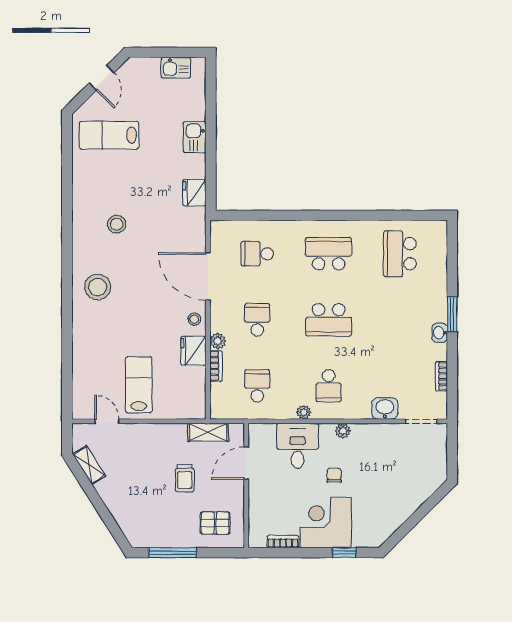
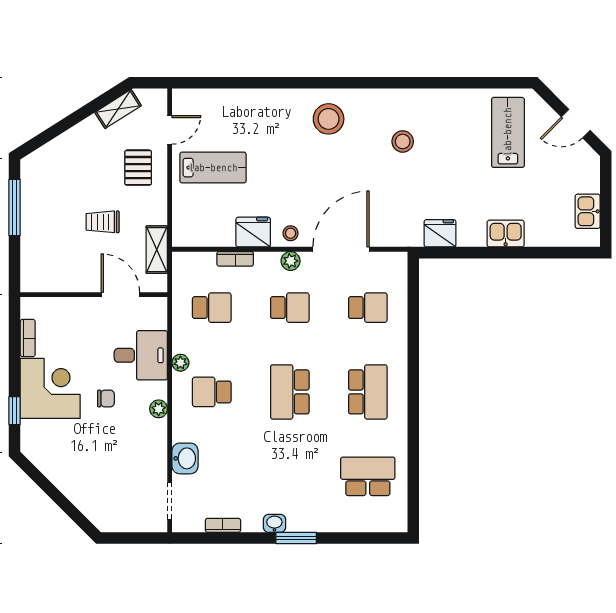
school desk: (257, 254) -> (368, 308), turned 90
plant: (218, 341) -> (291, 261), moved
pallet: (215, 523) -> (138, 168), moved

